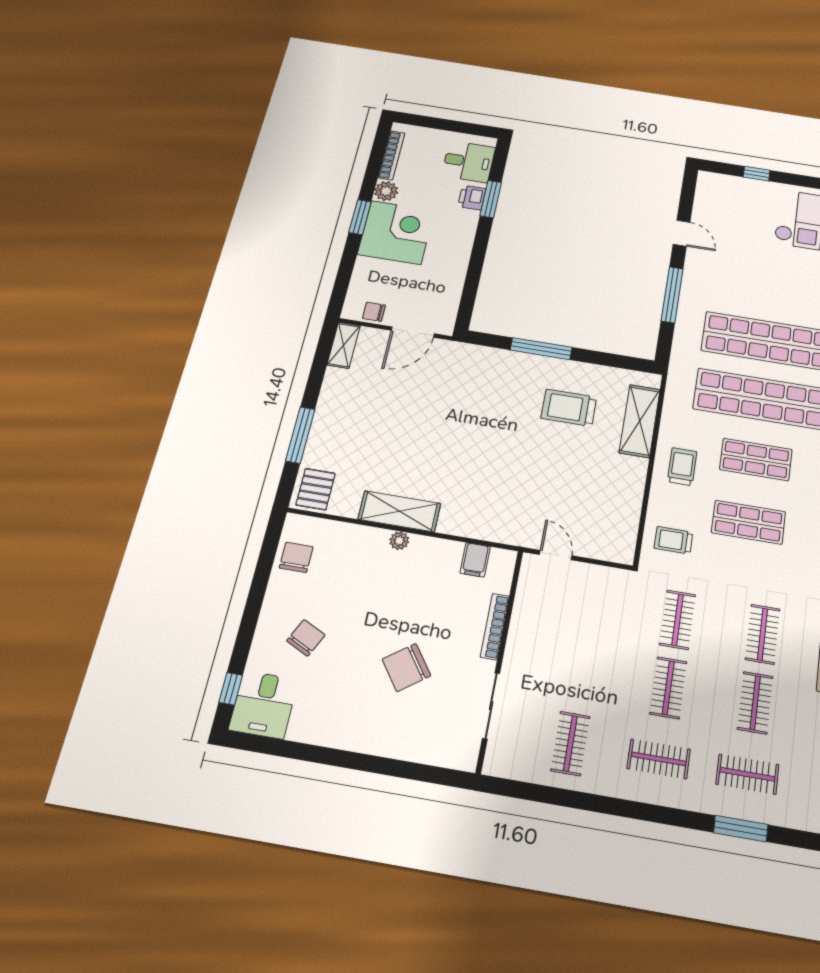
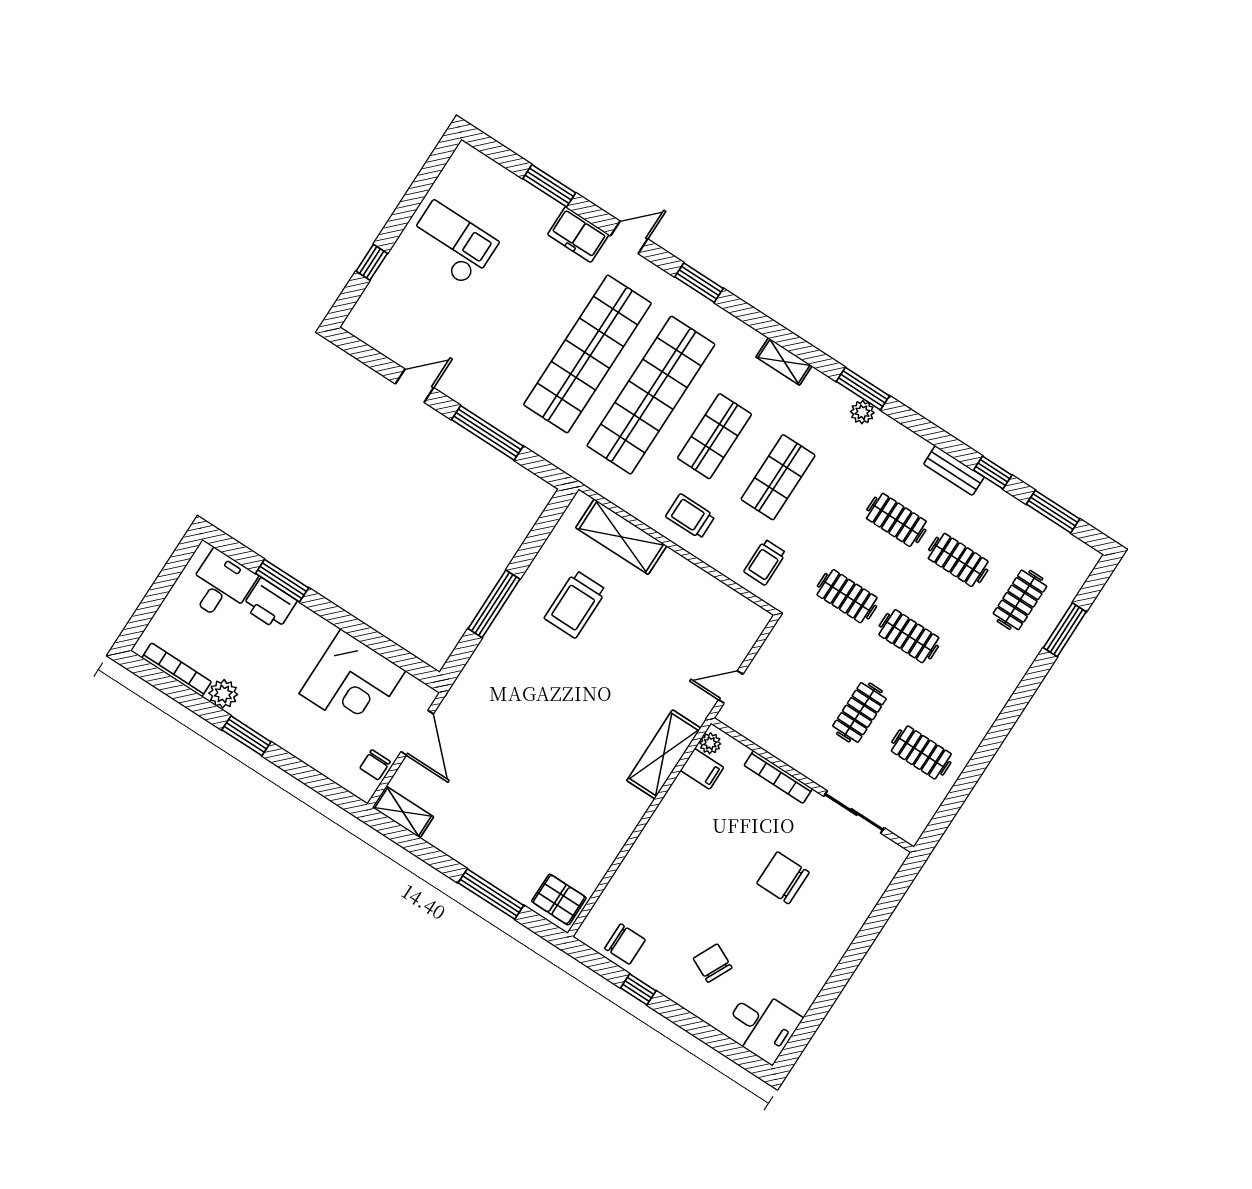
printer: (472, 198) -> (270, 604), width x1.36, depth x1.24
corner desk: (396, 232) -> (352, 682), moved, turned 180
shelving: (399, 511) -> (664, 754), moved
plant: (399, 541) -> (710, 743), moved
chair: (296, 557) -> (625, 944), turned 180
chair: (406, 667) -> (783, 878), turned 126
window: (231, 689) -> (638, 989), moved
clothes rail: (659, 759) -> (859, 712), moved

